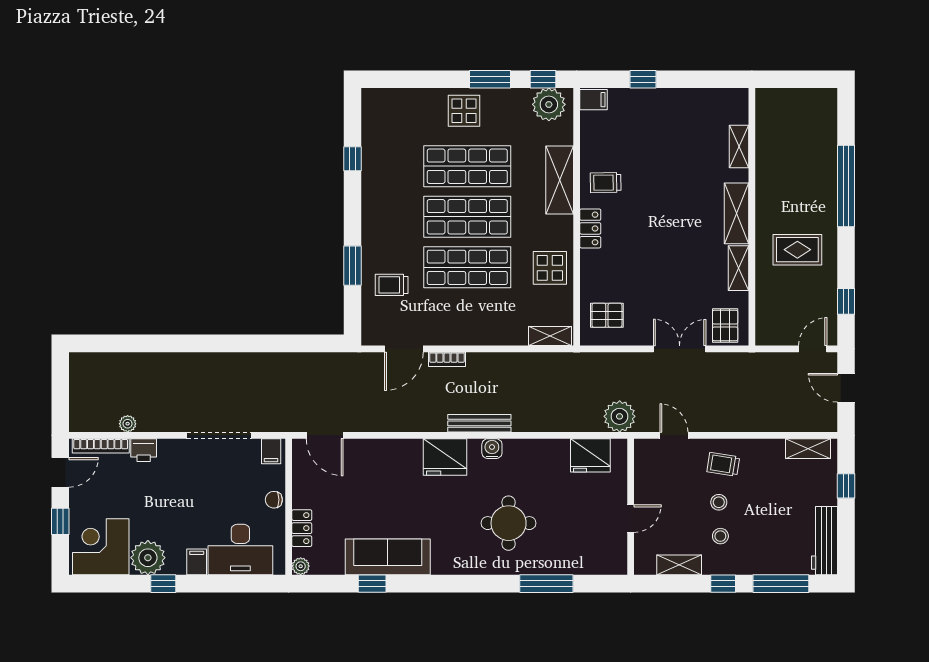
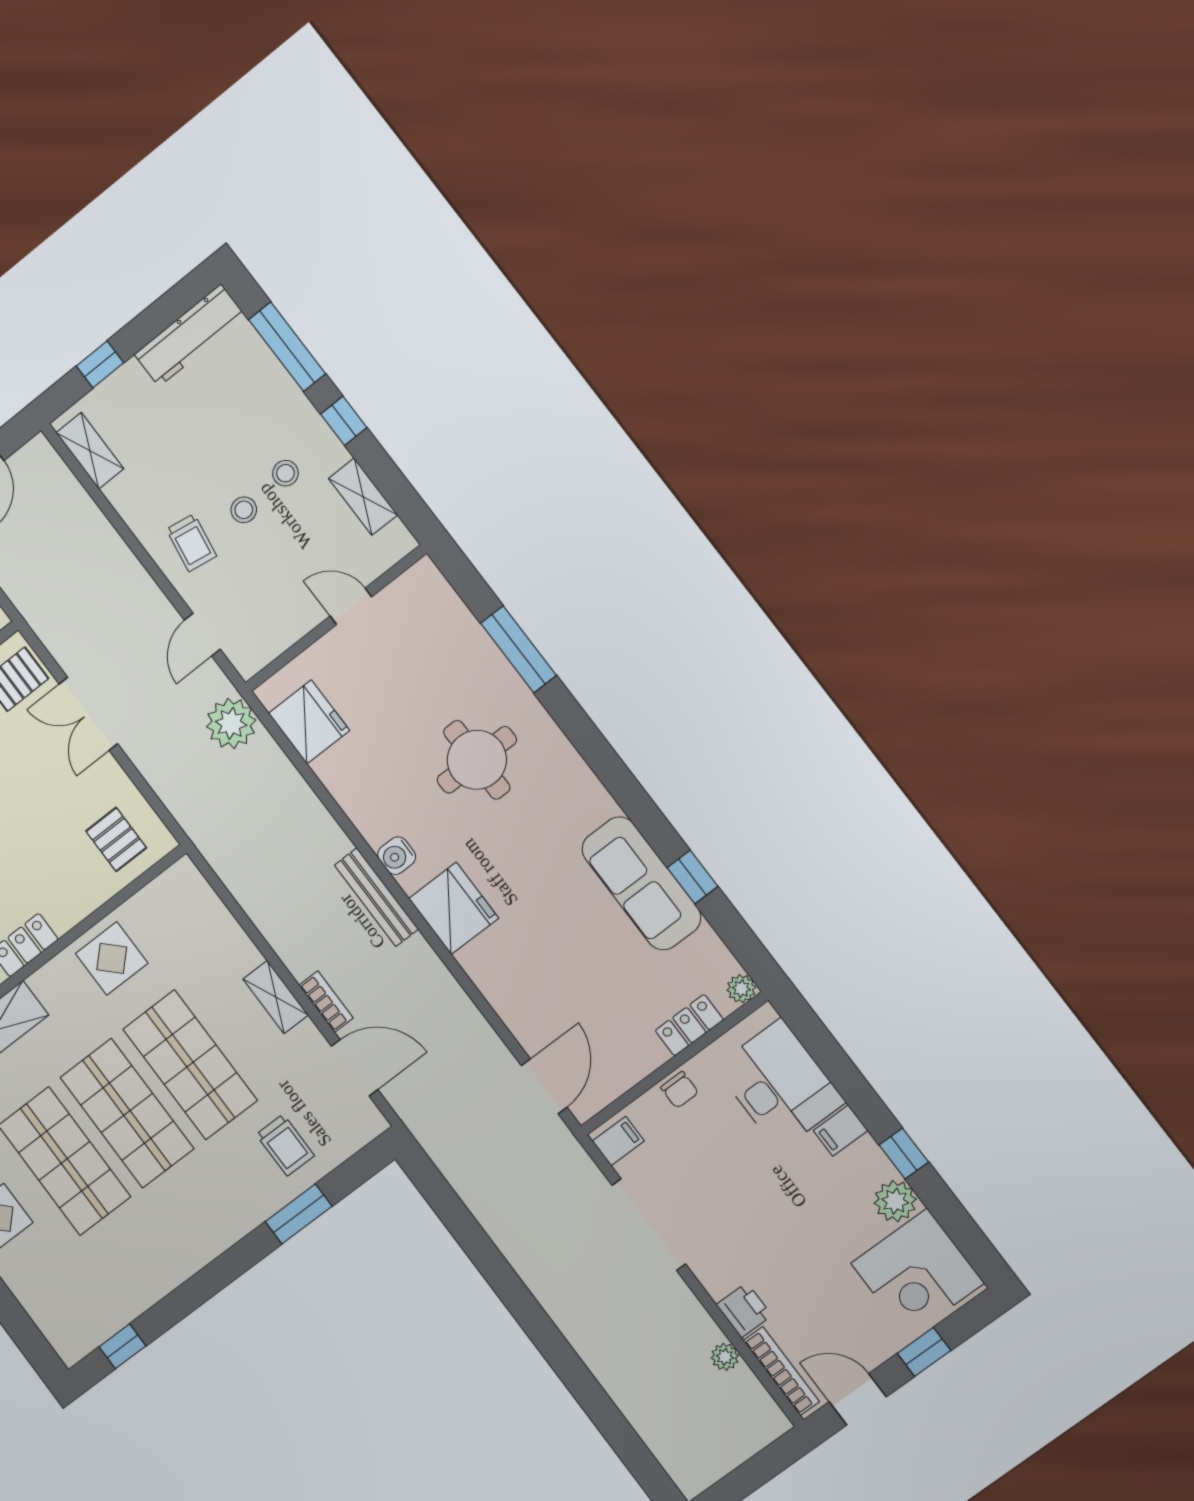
window: (353, 159) -> (122, 1346), moved
shelving: (550, 336) -> (276, 997), moved
plant: (148, 558) -> (895, 1201), width x0.73, depth x0.73

